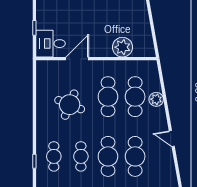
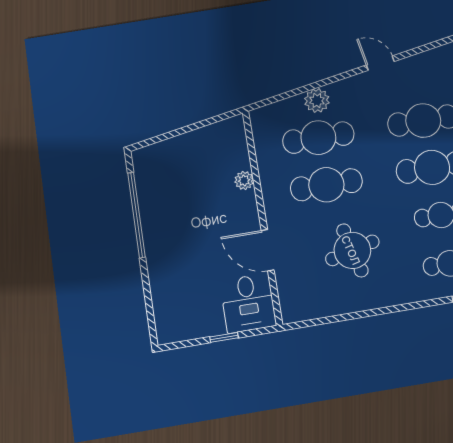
plant: (122, 47) -> (244, 180), width x0.53, depth x0.53
round table: (70, 105) -> (352, 250), turned -36
door: (172, 138) -> (380, 63), swing flipped

